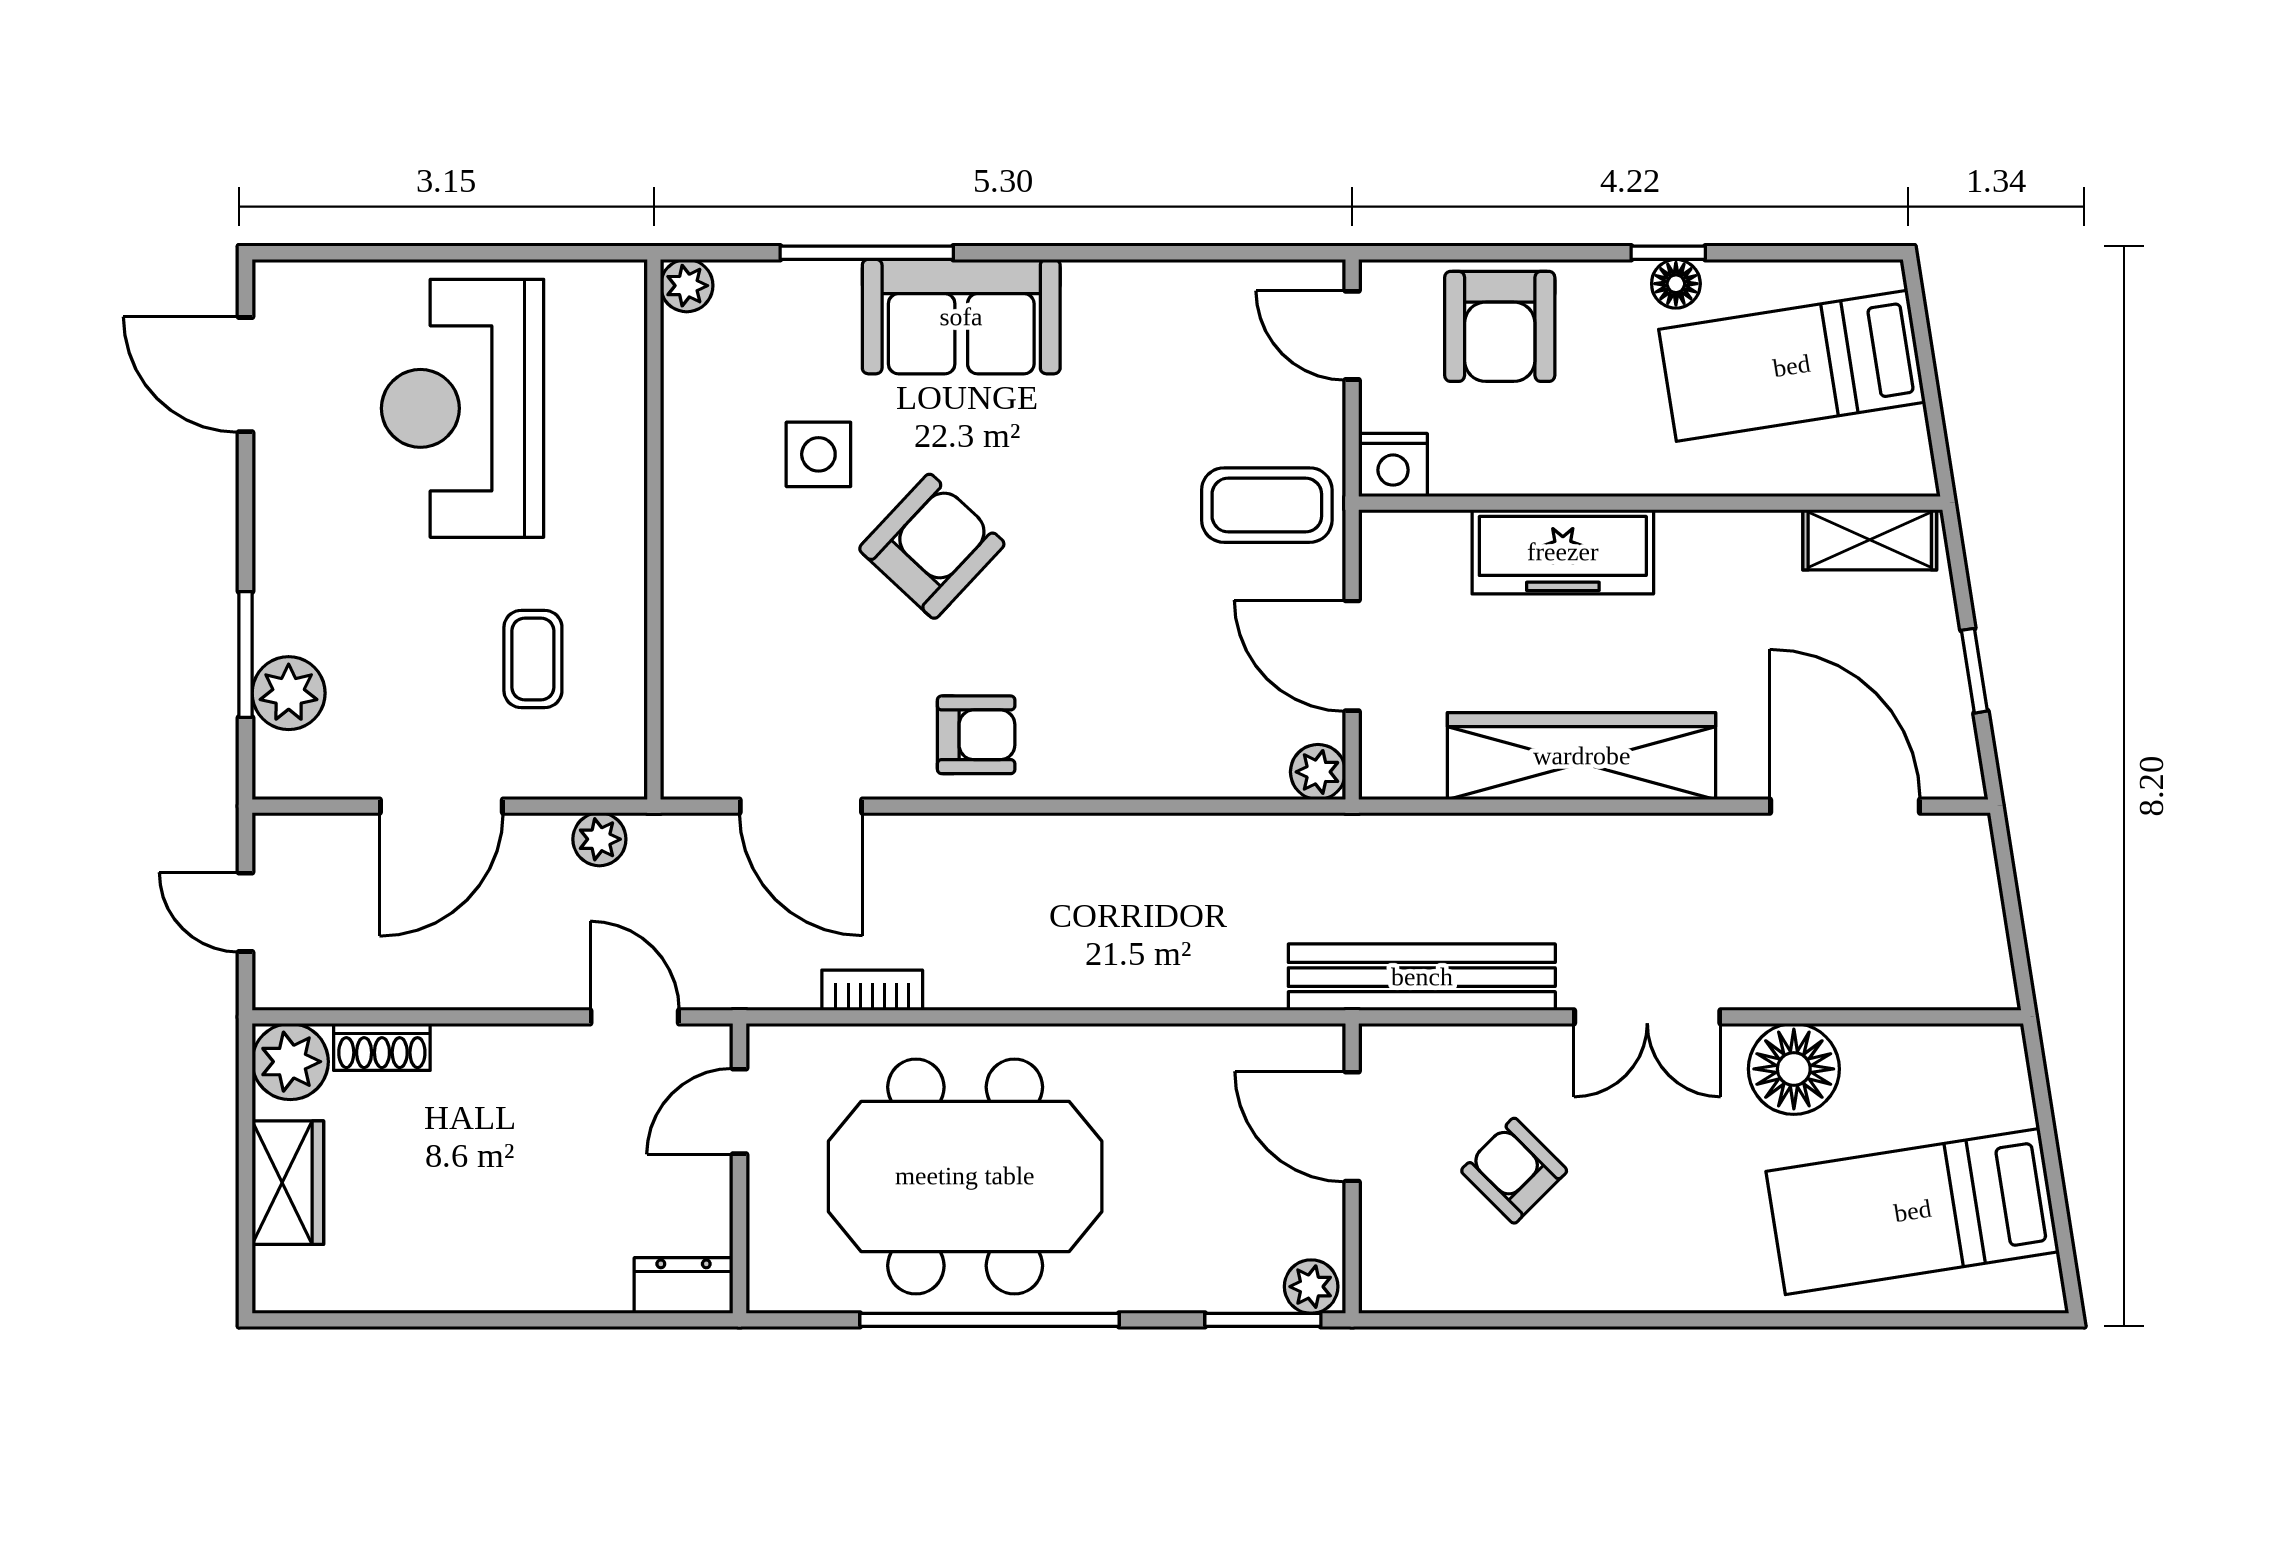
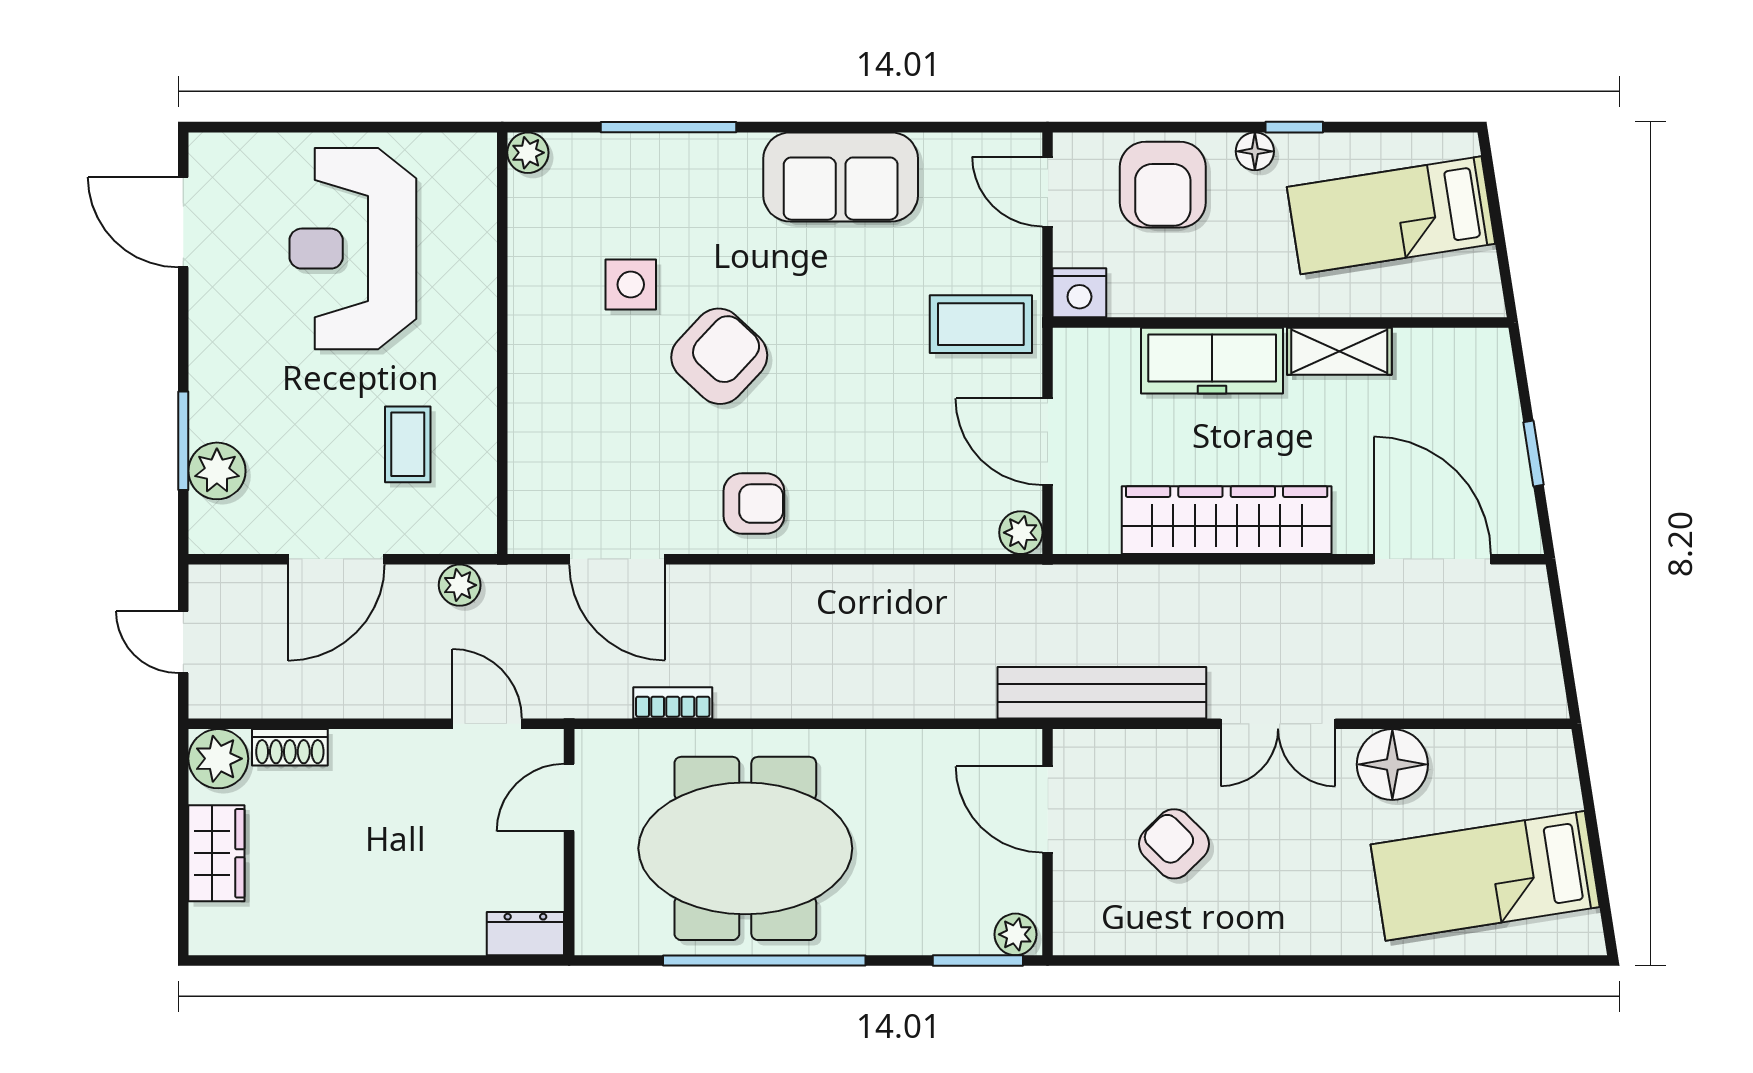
floor lamp: (1676, 284) -> (1255, 151), moved
sofa: (961, 317) -> (841, 177), moved
shelving: (1870, 540) -> (1339, 351), moved

